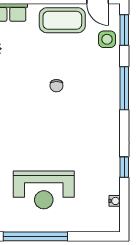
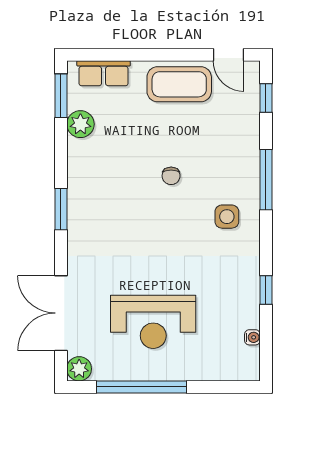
window: (124, 30) -> (266, 98), width x0.67
side table: (107, 39) -> (227, 217), moved

